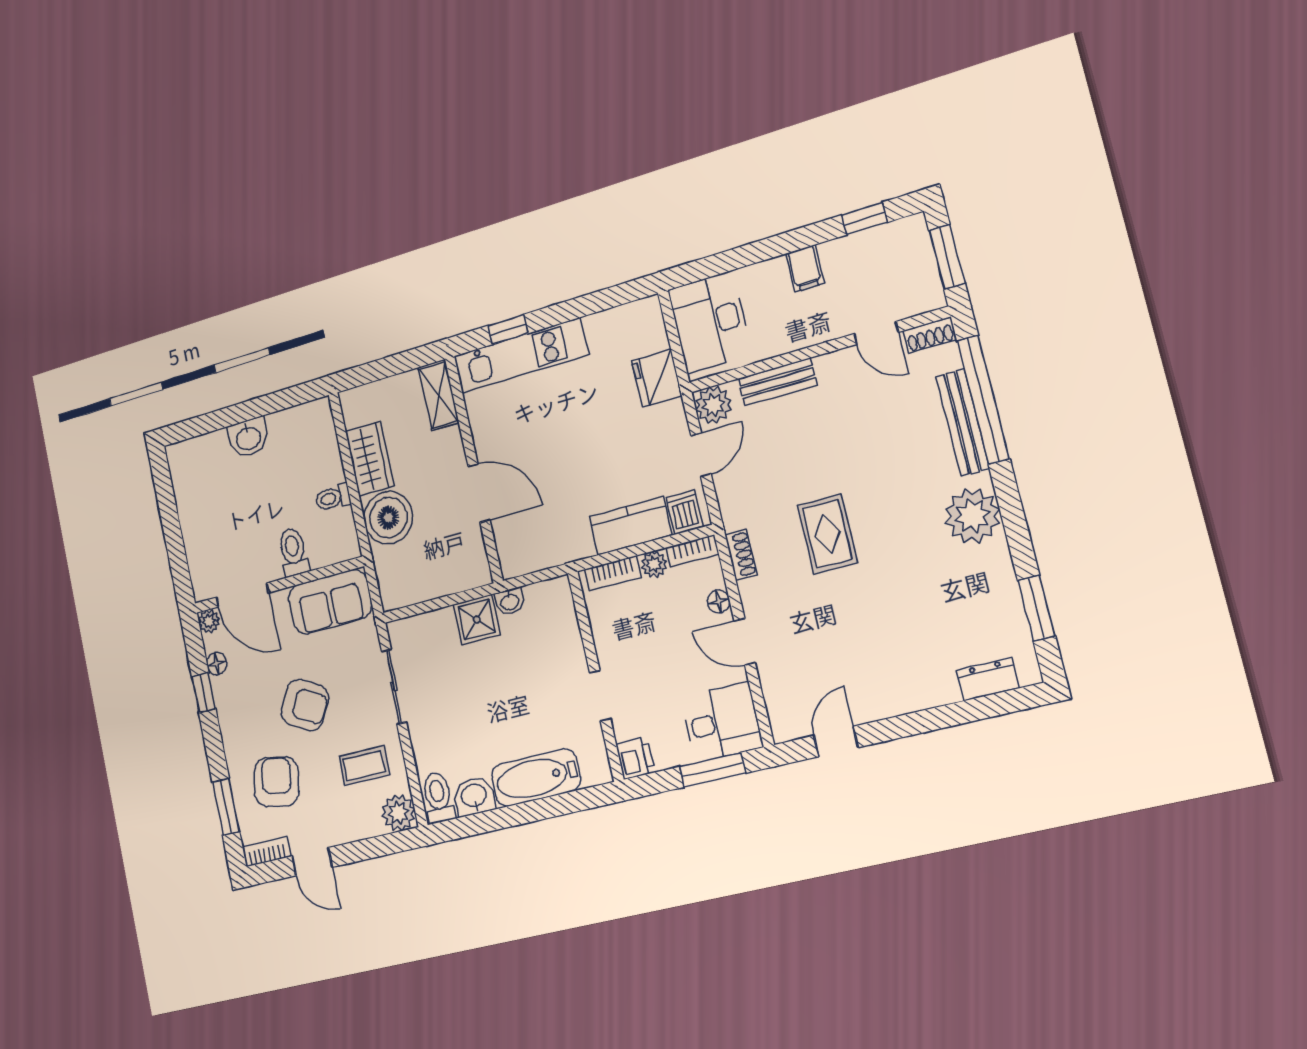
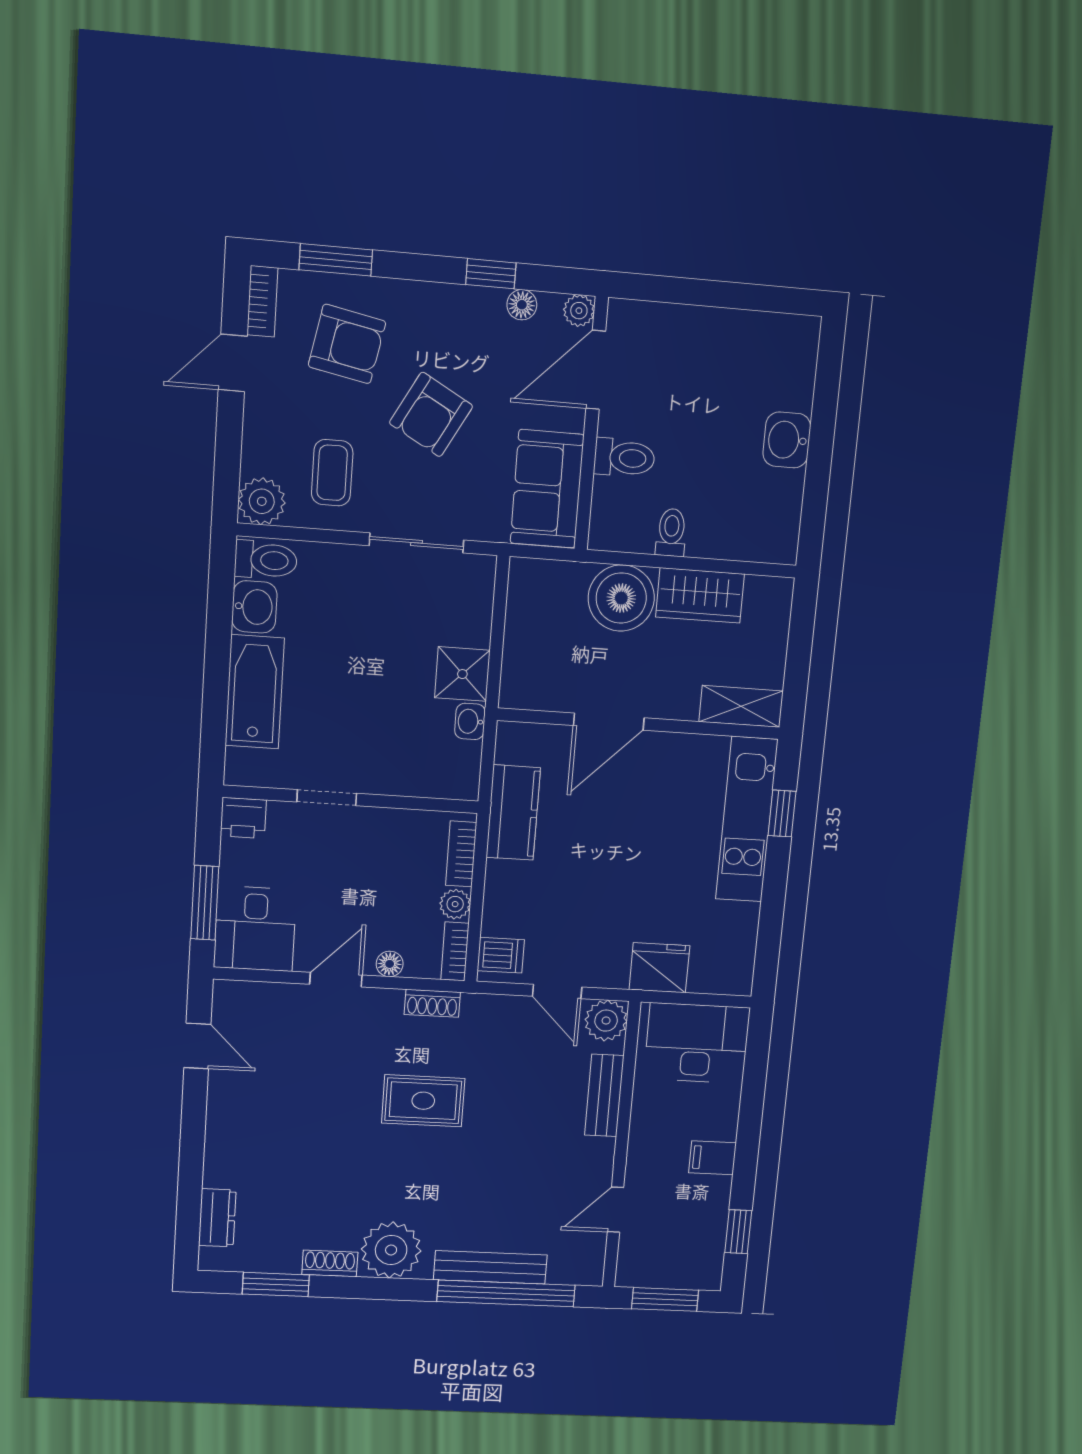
shoe rack: (930, 335) -> (330, 1263), moved, turned 90
kitchen counter: (631, 526) -> (513, 813), moved

